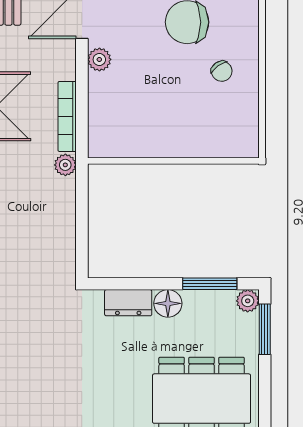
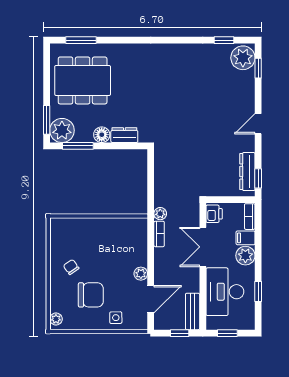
bookcase: (67, 116) -> (159, 234), width x0.64
plant: (248, 301) -> (62, 130), width x1.87, depth x1.87

